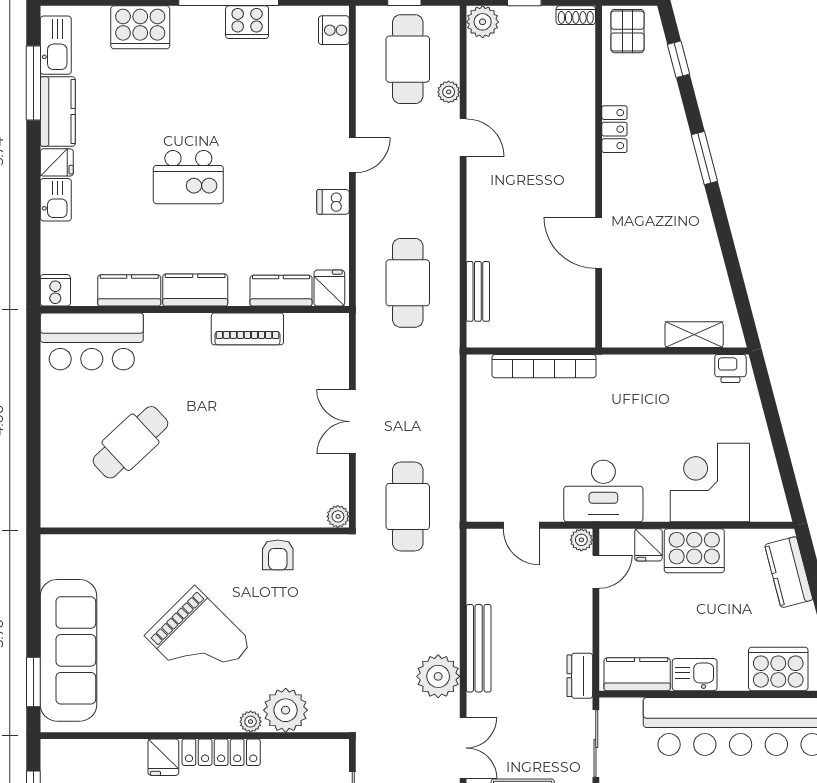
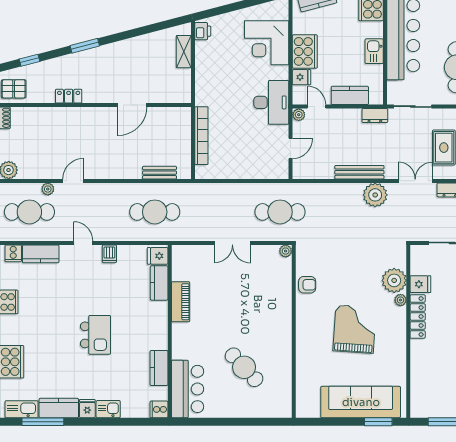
kitchen counter: (195, 290) -> (41, 254), moved, turned -90
grand piano: (199, 640) -> (355, 329), turned -41
kitchen counter: (637, 674) -> (350, 95), moved, turned 90
fridge: (163, 757) -> (420, 284), moved

